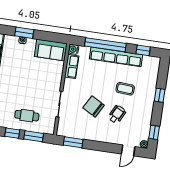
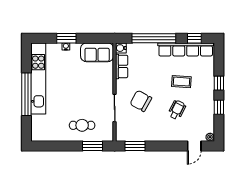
row of seats: (116, 57) -> (186, 49), moved
chair: (94, 106) -> (141, 101), moved
window: (154, 132) -> (219, 107), moved
window: (12, 133) -> (69, 146), removed

